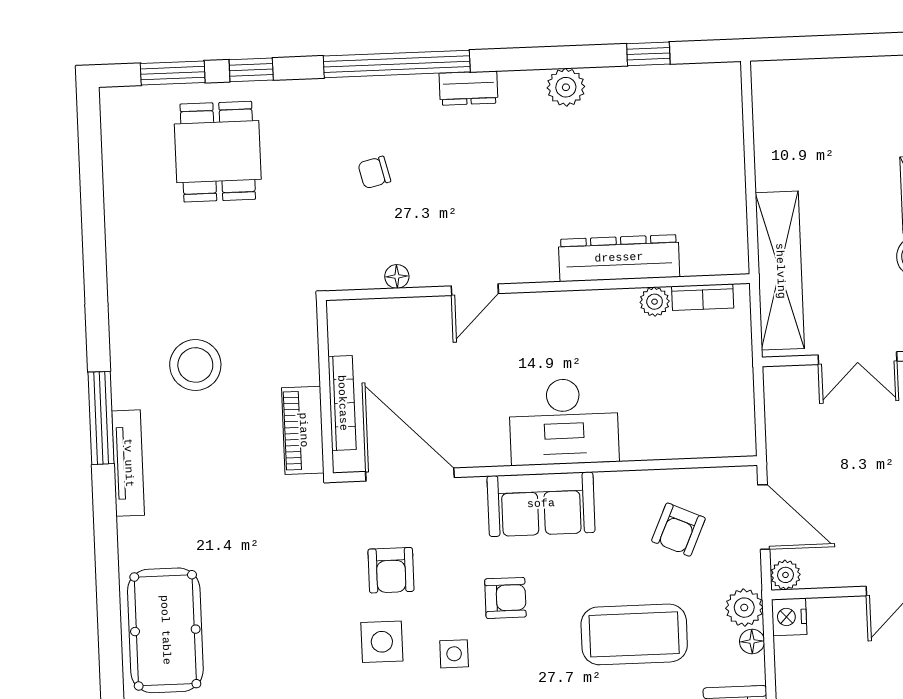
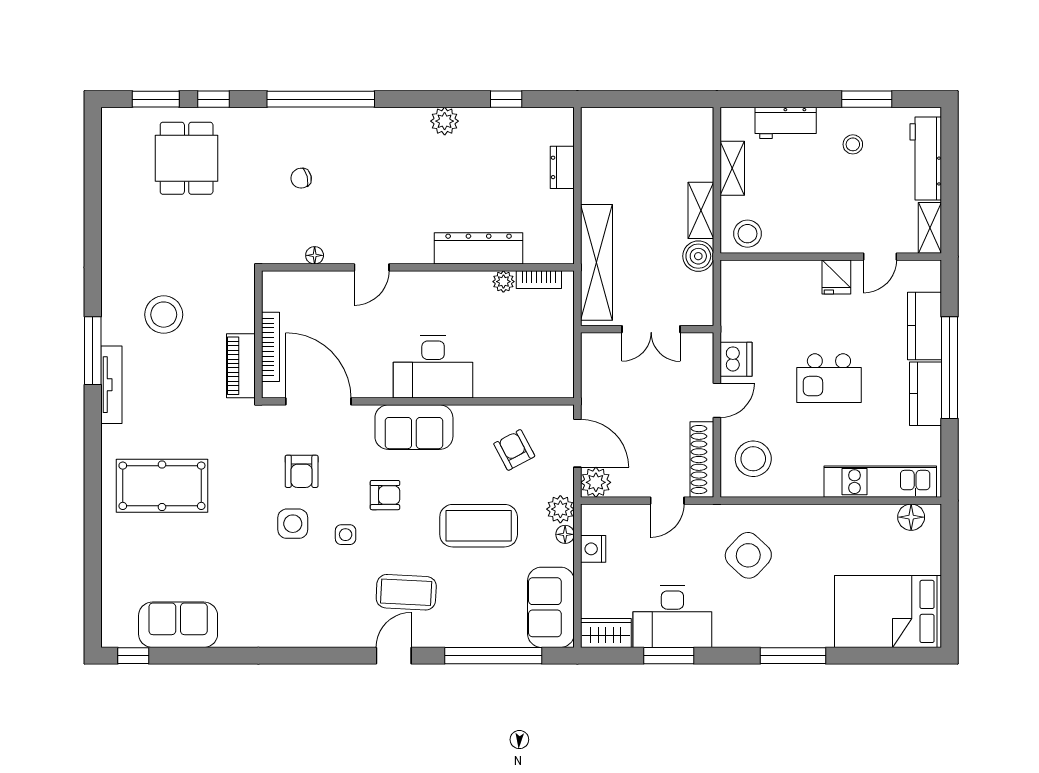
dresser: (468, 88) -> (562, 167), moved, turned 90
armchair: (678, 530) -> (514, 450), turned 128
plant: (785, 575) -> (596, 482), width x1.38, depth x1.38
nightstand: (789, 617) -> (593, 549), moved
pool table: (165, 630) -> (162, 486), moved, turned 90

